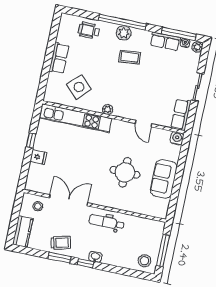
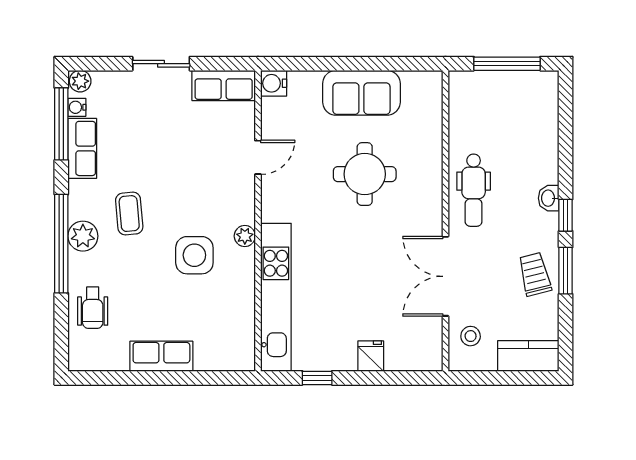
side table: (79, 87) -> (194, 255), moved, turned 45
window: (31, 140) -> (317, 378), moved
stool: (145, 261) -> (535, 97), removed

